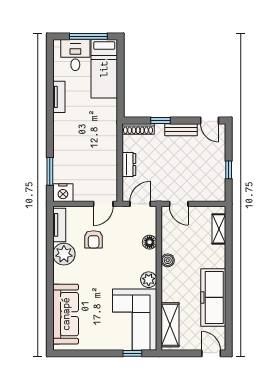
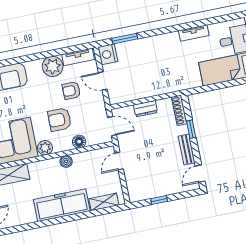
door: (103, 204) -> (103, 81), moved
armchair: (122, 258) -> (60, 120), added
freezer: (213, 297) -> (62, 205), moved

